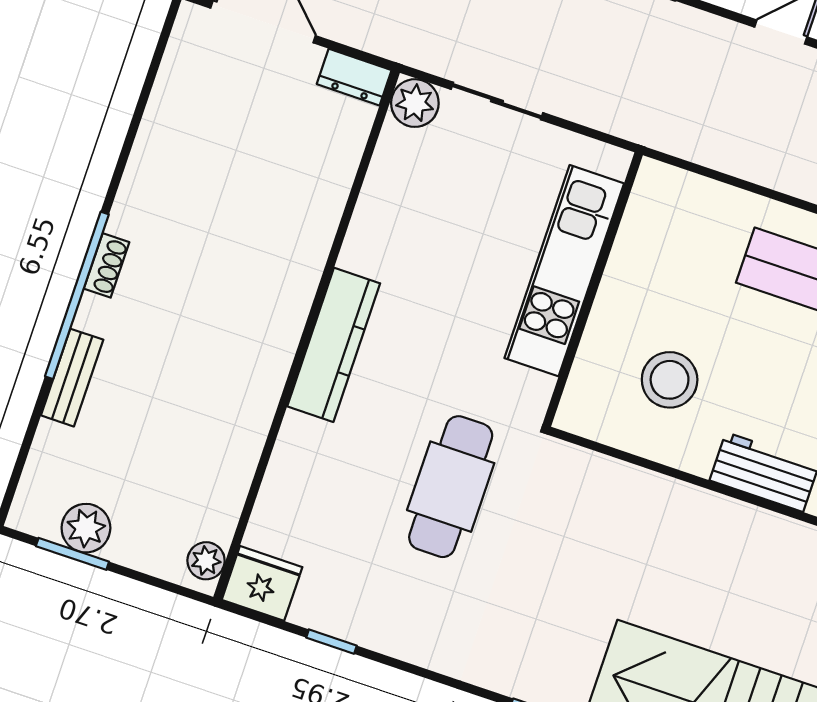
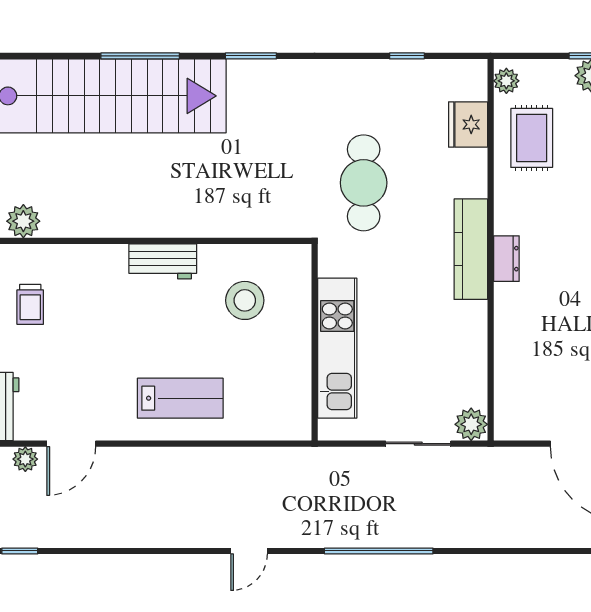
dresser: (354, 77) -> (506, 259), moved, turned 90
rug: (198, 470) -> (532, 138), added
fridge: (262, 583) -> (468, 124), moved, turned 90

